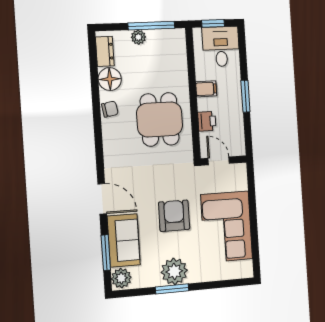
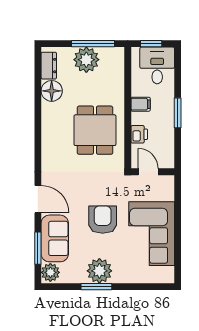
plant: (138, 37) -> (86, 60), width x1.88, depth x1.88
chair: (110, 109) -> (50, 118), removed

